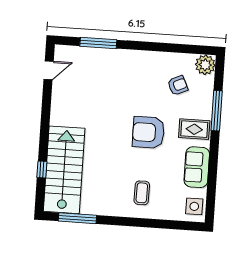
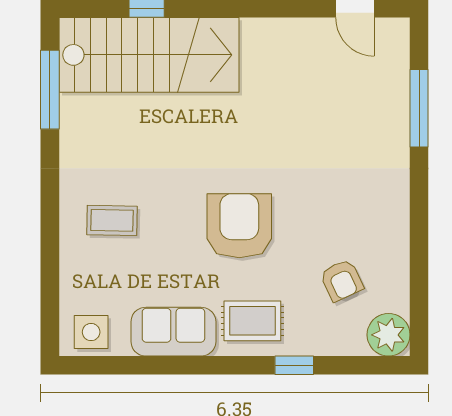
window: (217, 111) -> (294, 365), width x0.46
rug: (194, 129) -> (252, 321), turned 90

